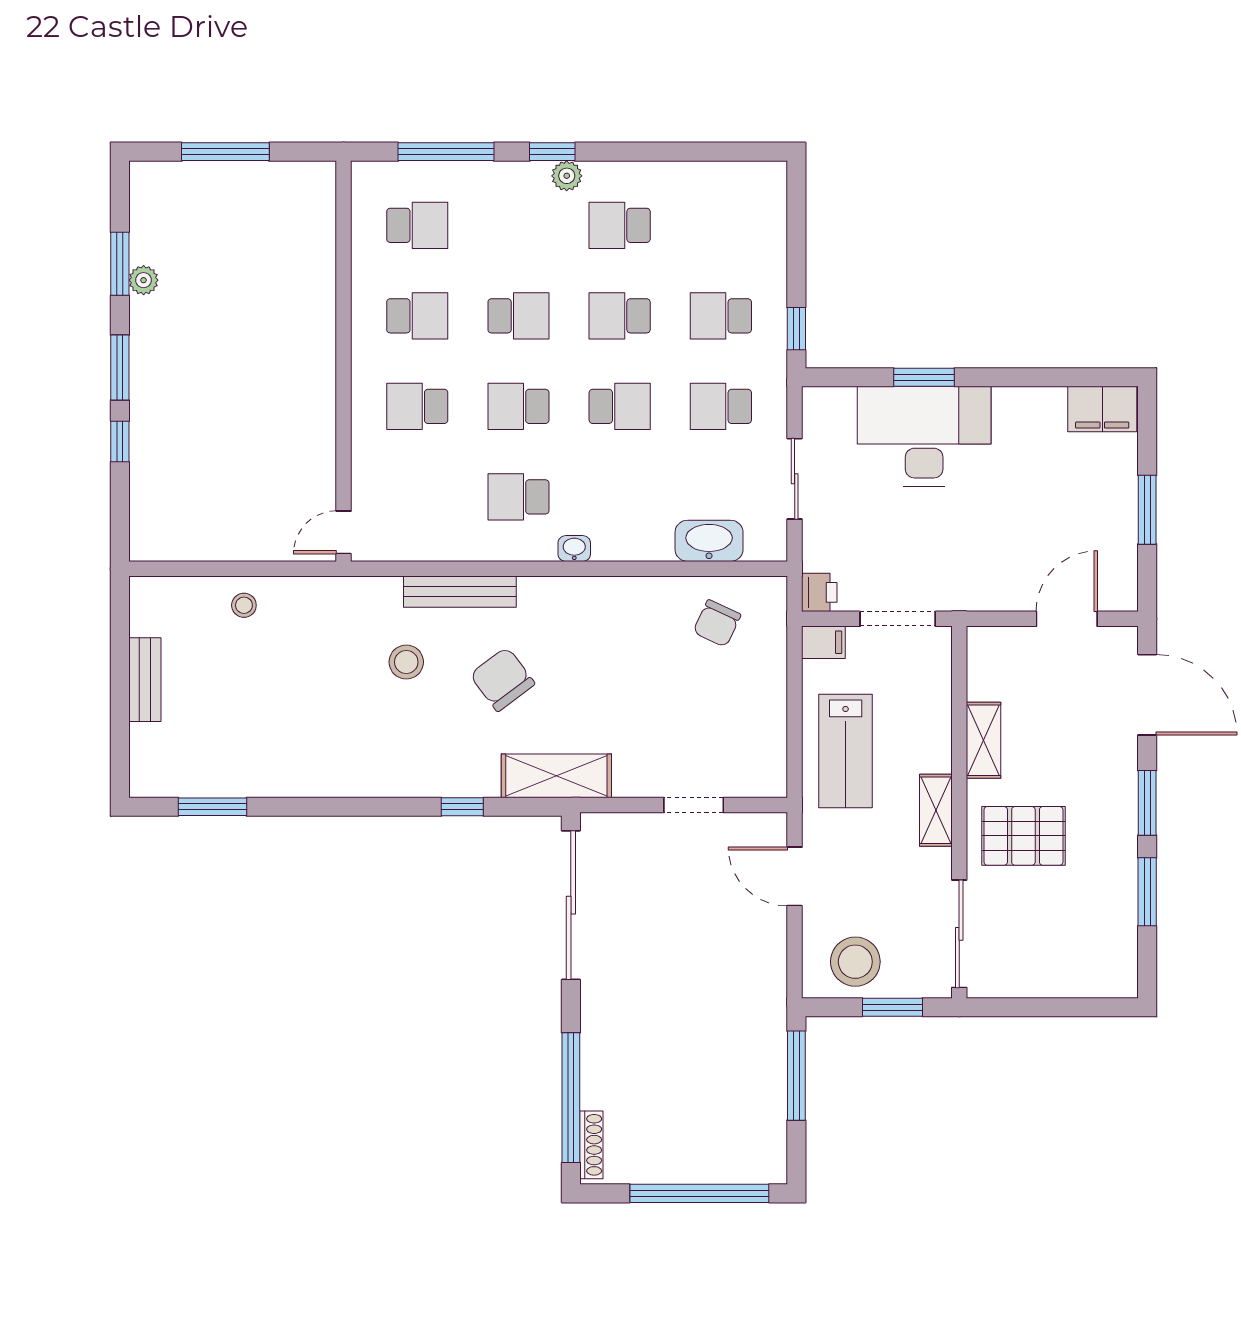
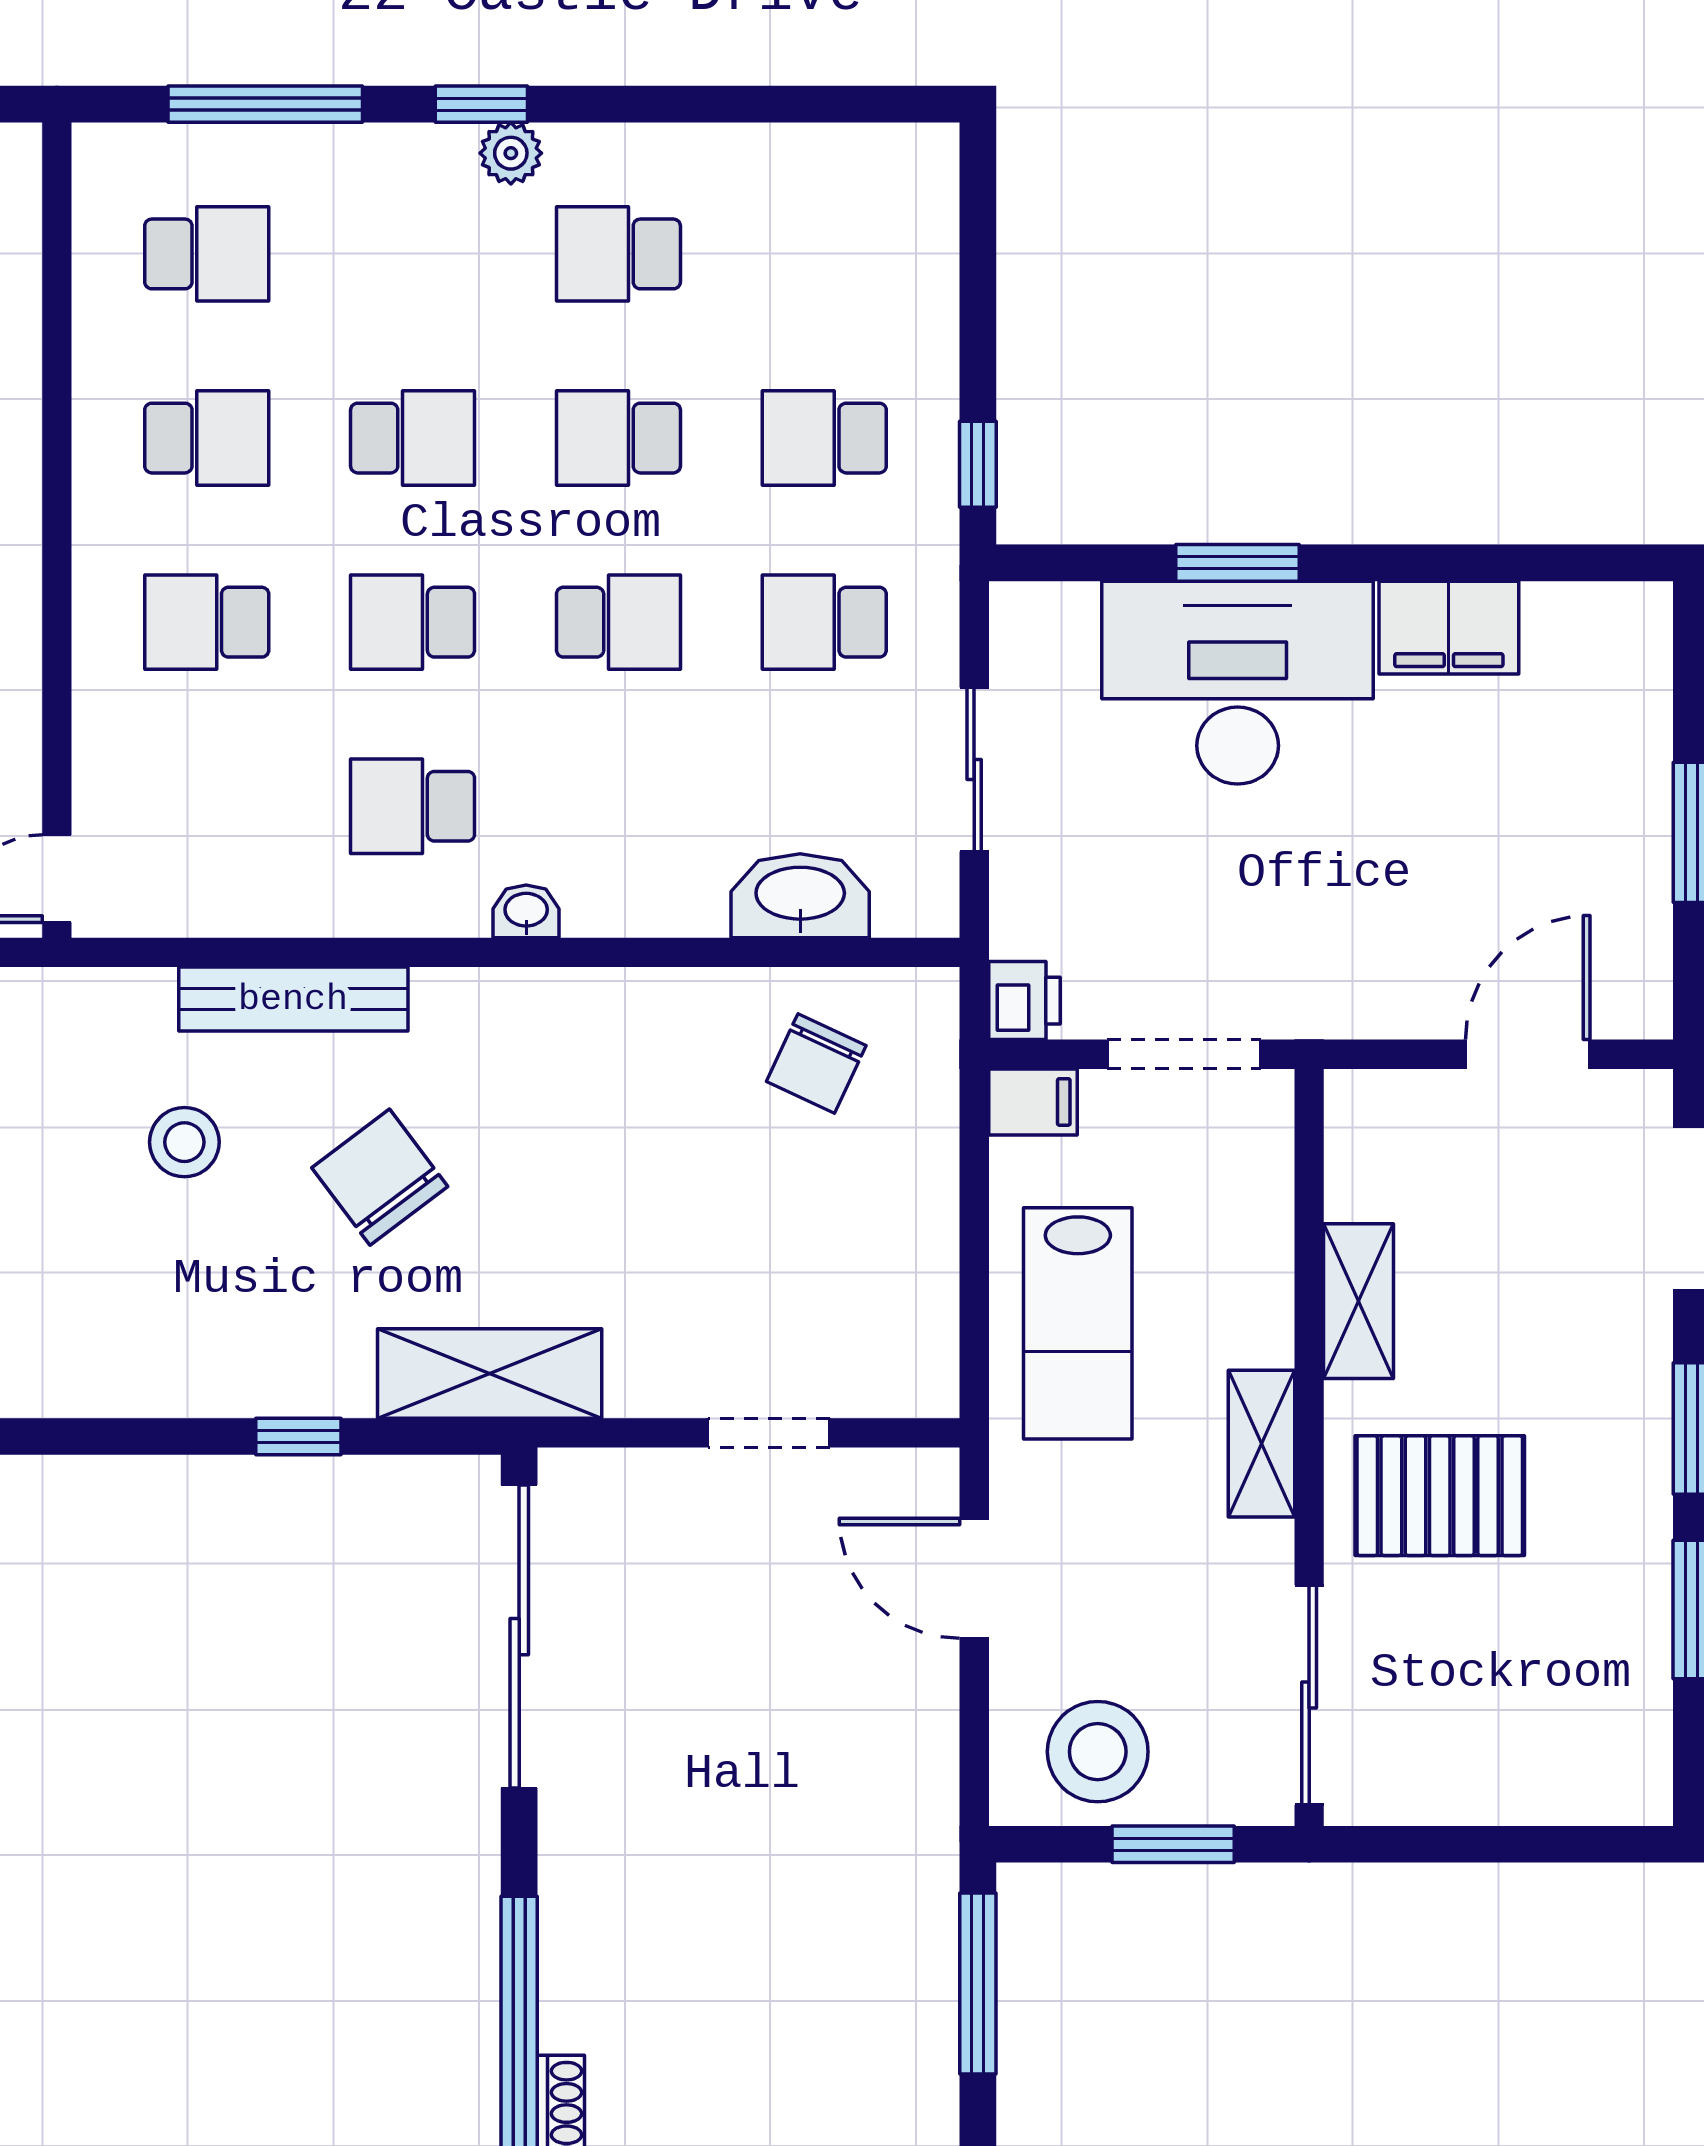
filing cabinet: (1102, 409) -> (1449, 628), moved

